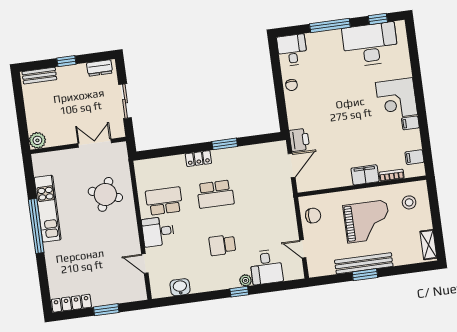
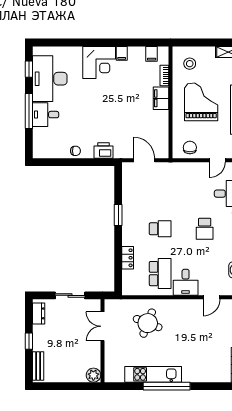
desk: (292, 50) -> (46, 115), moved
printer: (299, 140) -> (103, 151), moved
locker: (198, 159) -> (128, 258), moved
school desk: (215, 194) -> (160, 229), width x0.54
school desk: (164, 201) -> (160, 274), turned 180

